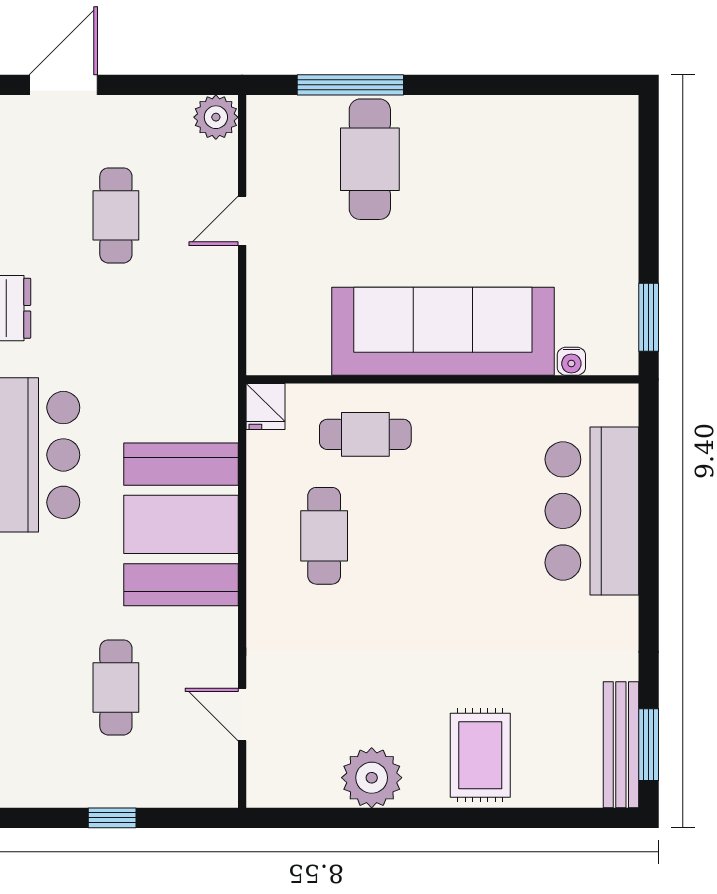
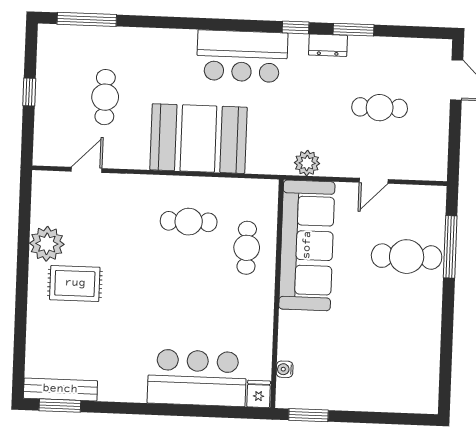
plant: (216, 117) -> (307, 163), moved
door: (242, 221) -> (374, 181), swing flipped
sofa: (443, 331) -> (307, 245), moved
fridge: (265, 407) -> (259, 394), moved, turned 90
cafe table: (116, 687) -> (105, 97), turned 90
rug: (480, 755) -> (75, 283), moved

